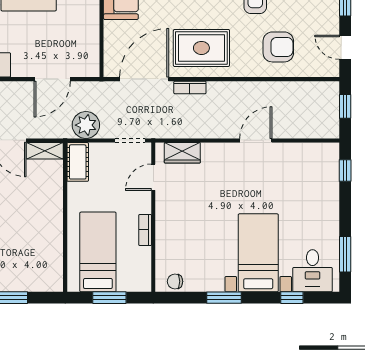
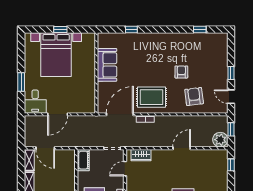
armchair: (278, 47) -> (194, 97), turned -97
door: (52, 79) -> (58, 114), moved
plant: (86, 125) -> (220, 140), moved
shelving: (45, 151) -> (65, 154), removed

